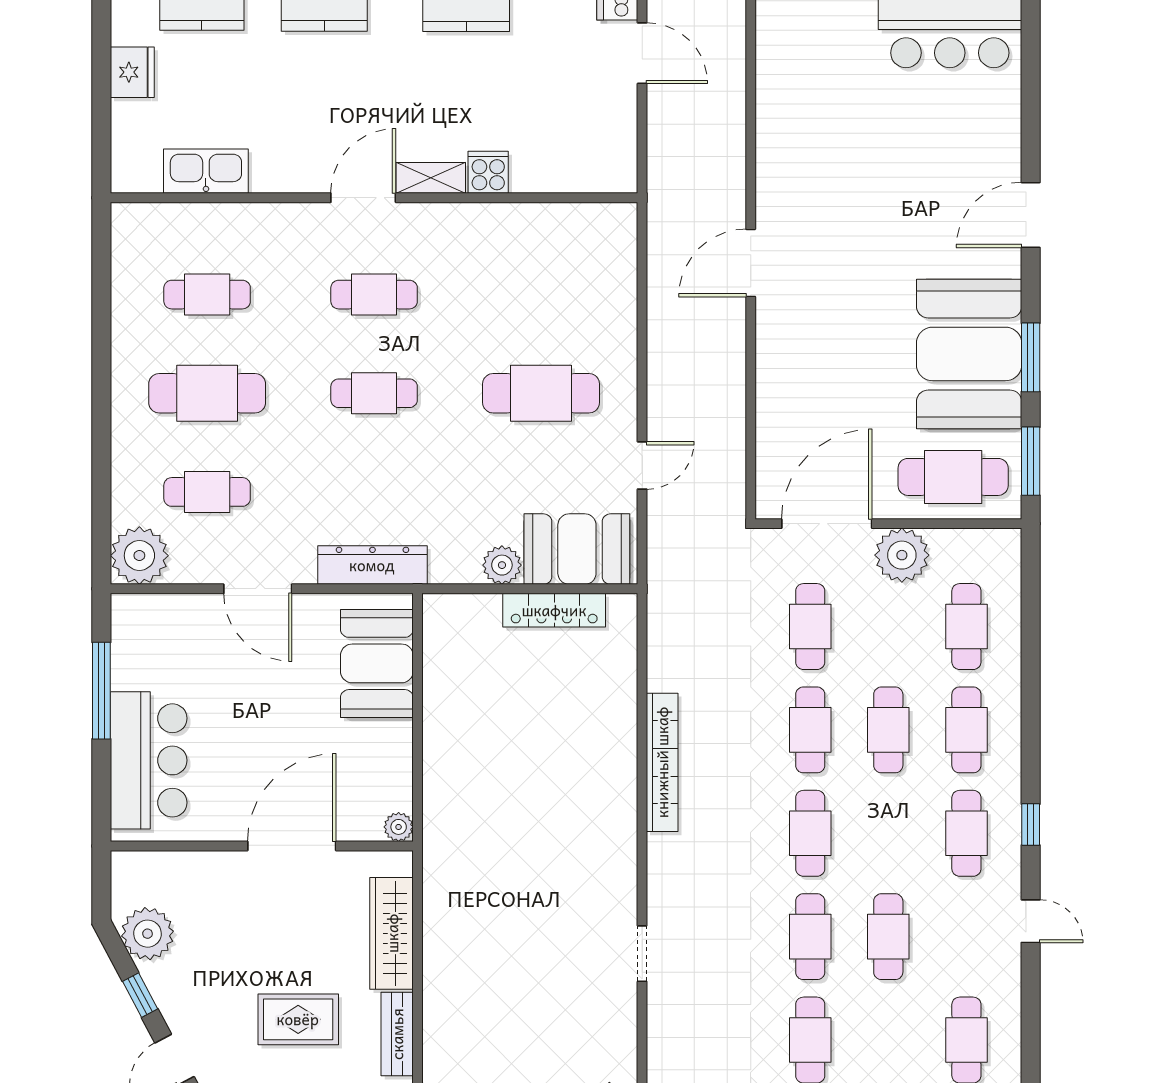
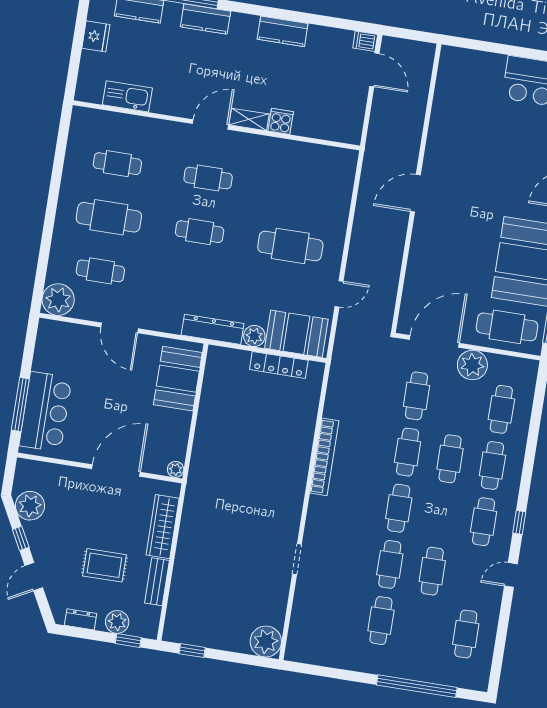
dresser: (372, 565) -> (213, 329), moved
window: (101, 691) -> (20, 405), moved
door: (1031, 921) -> (511, 575), swing flipped

